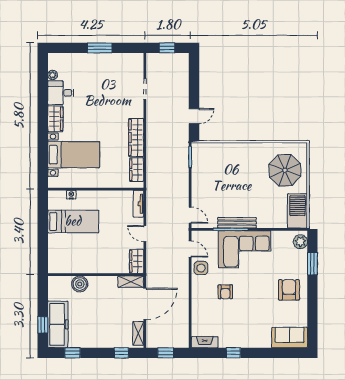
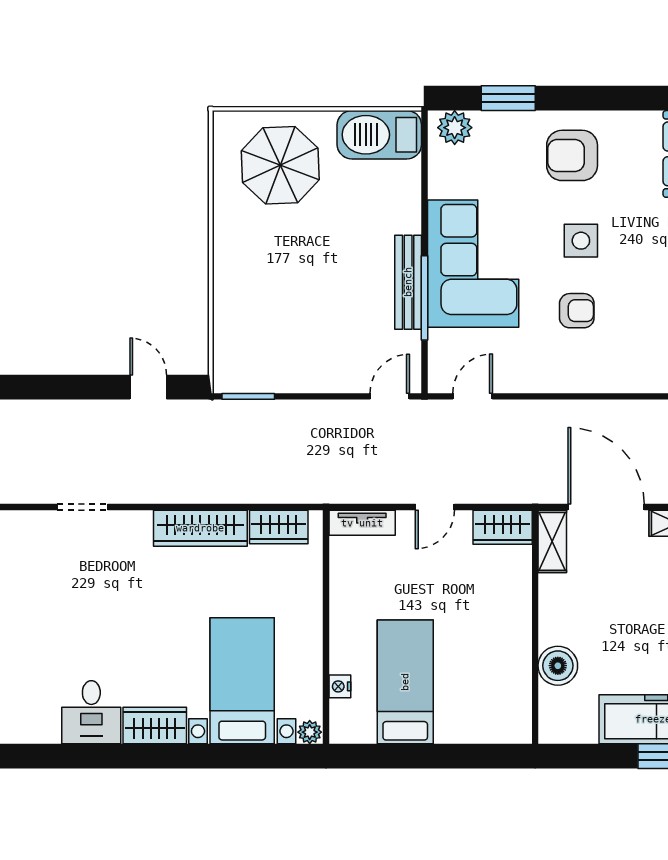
plant: (53, 75) -> (310, 732), moved
side table: (201, 268) -> (581, 241), moved

